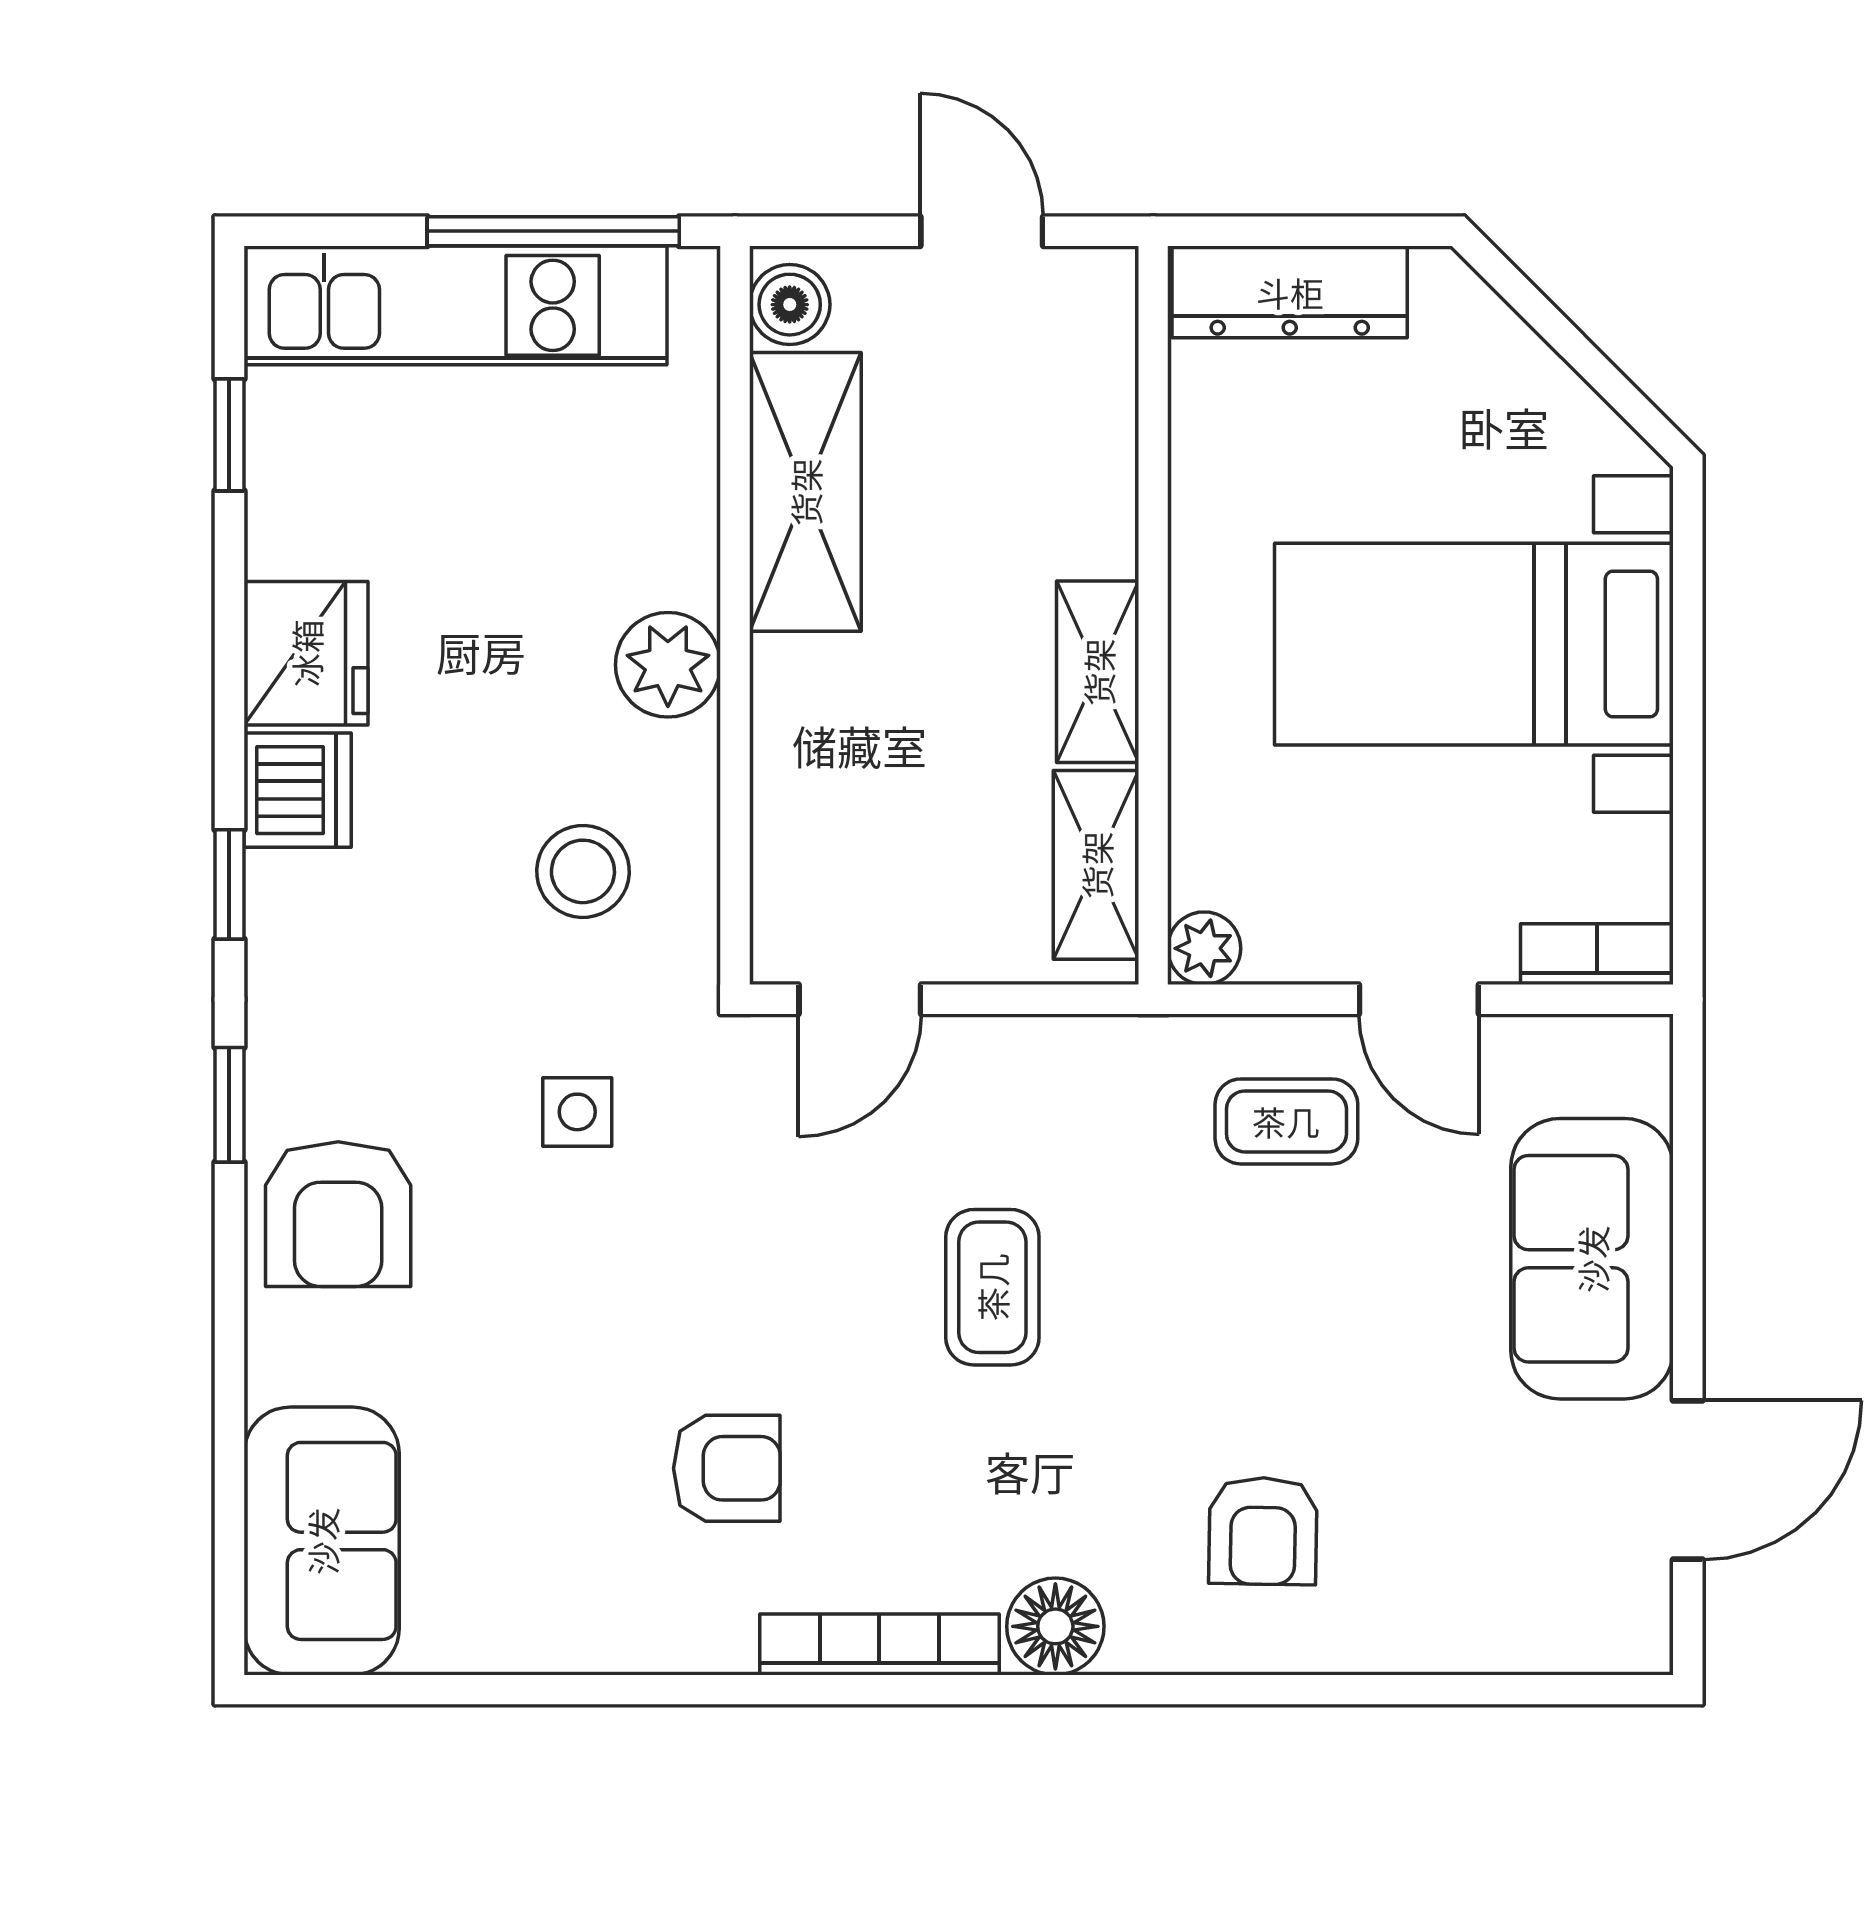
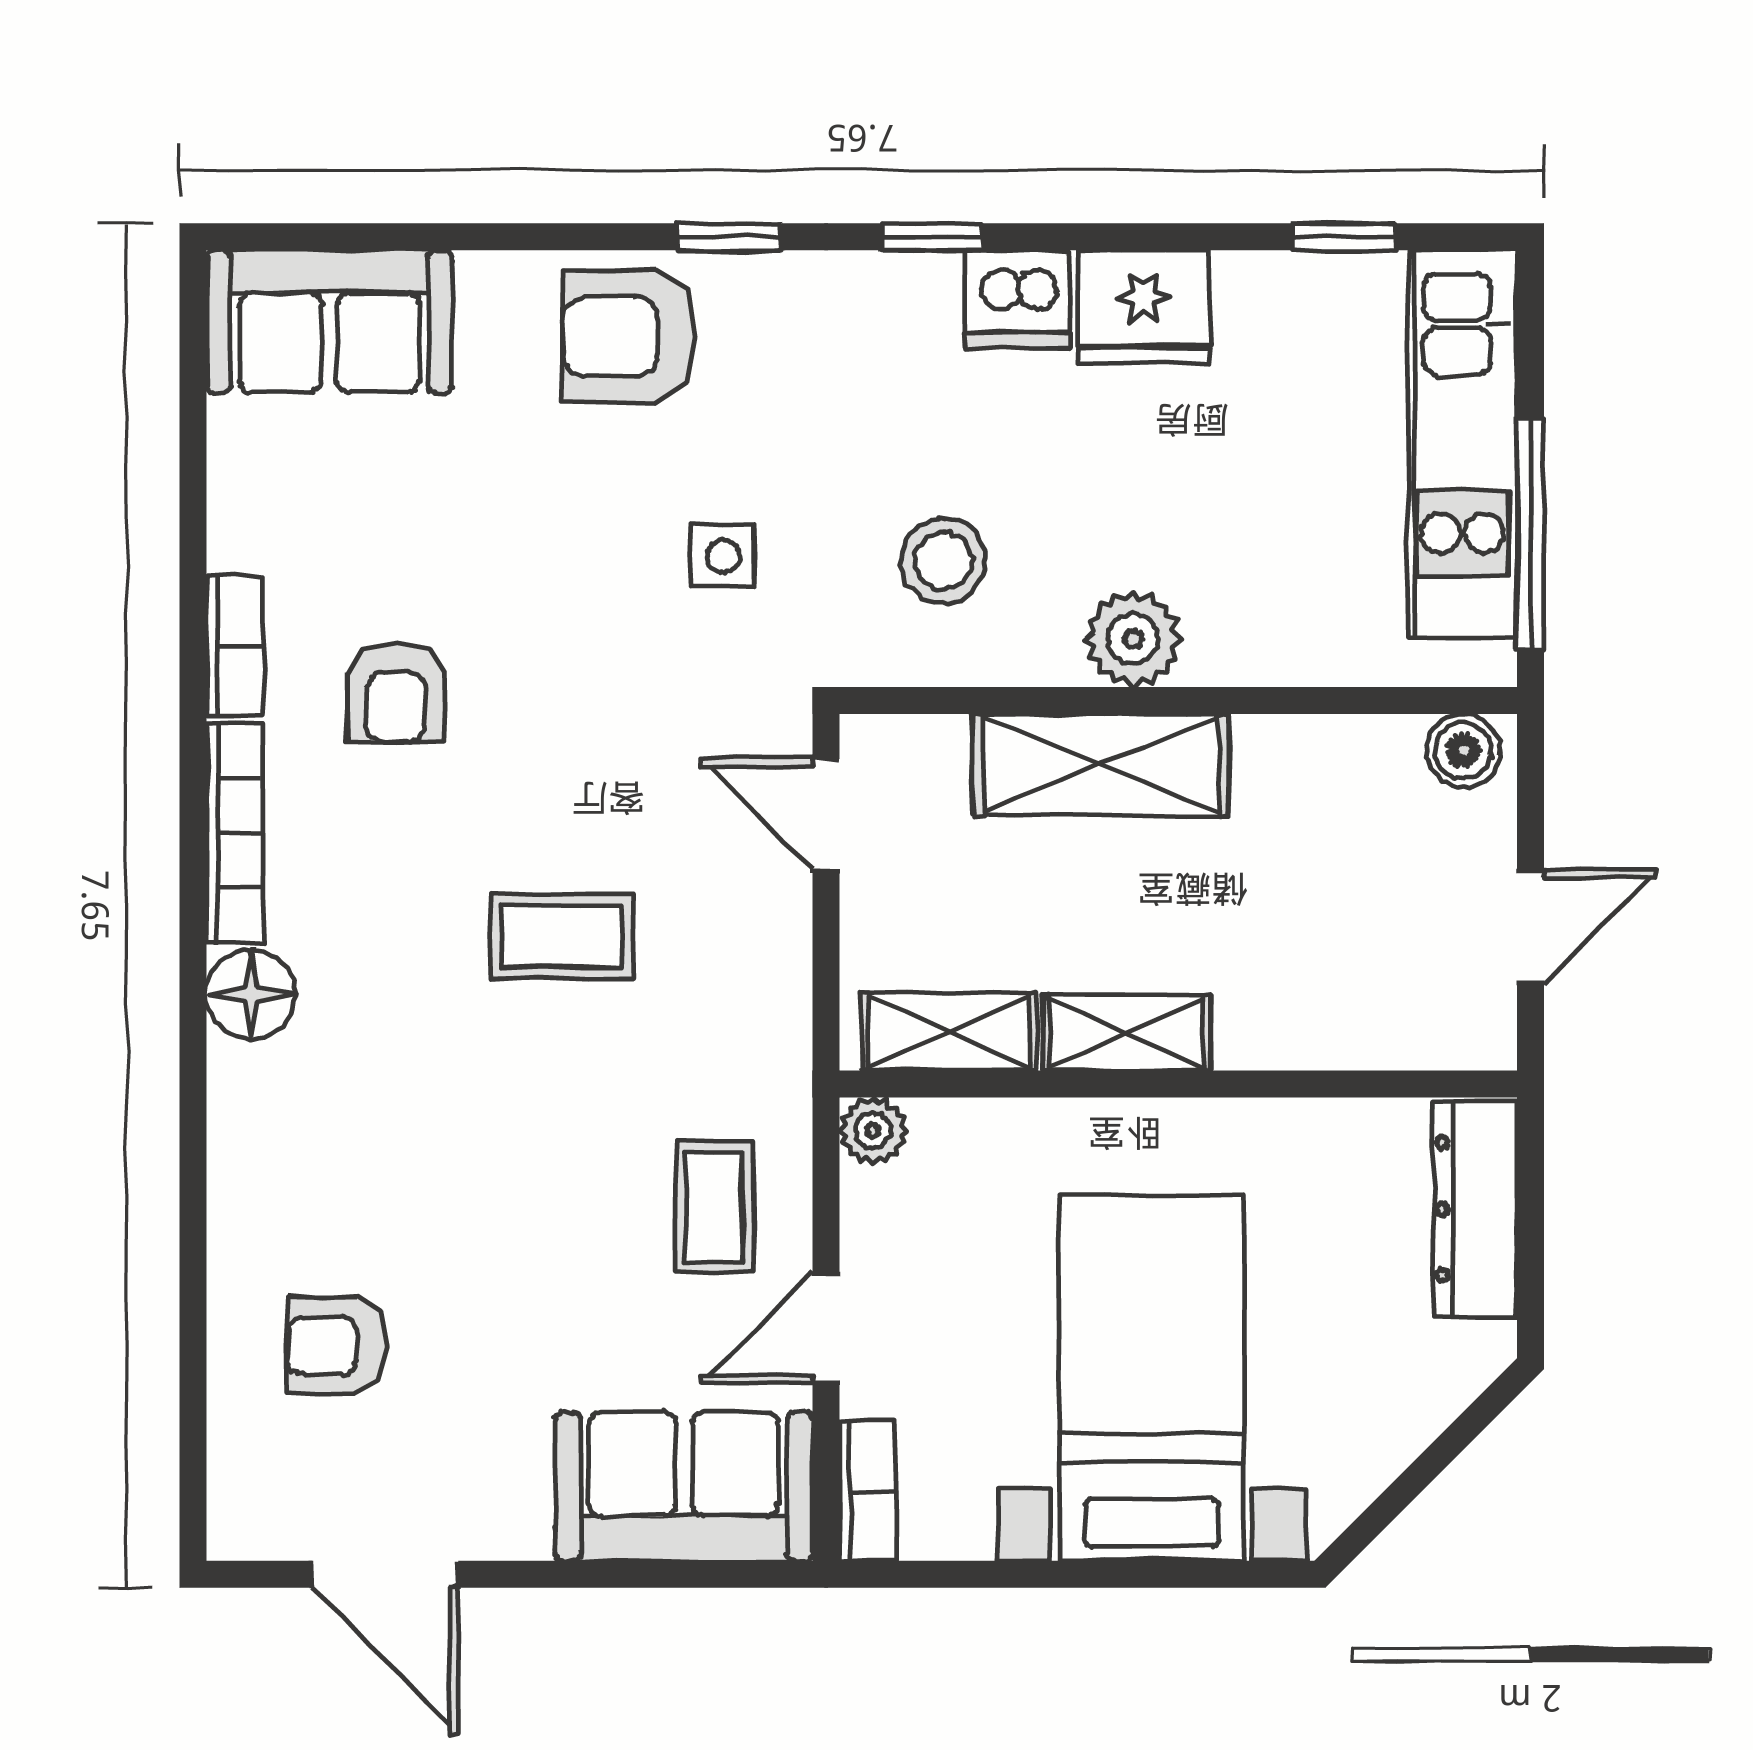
shelving: (805, 492) -> (1101, 765), moved
sofa: (1592, 1259) -> (684, 1486), moved
armchair: (1263, 1531) -> (336, 1346), moved
bookcase: (675, 1644) -> (235, 646), added

